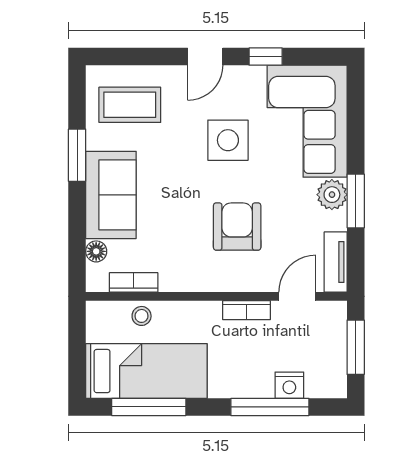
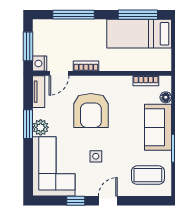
side table: (228, 140) -> (96, 156), width x0.54, depth x0.54
armchair: (237, 227) -> (91, 110), width x1.36, depth x1.36
stool: (142, 316) -> (142, 63), removed
nightstand: (289, 385) -> (40, 63), moved, turned -90

